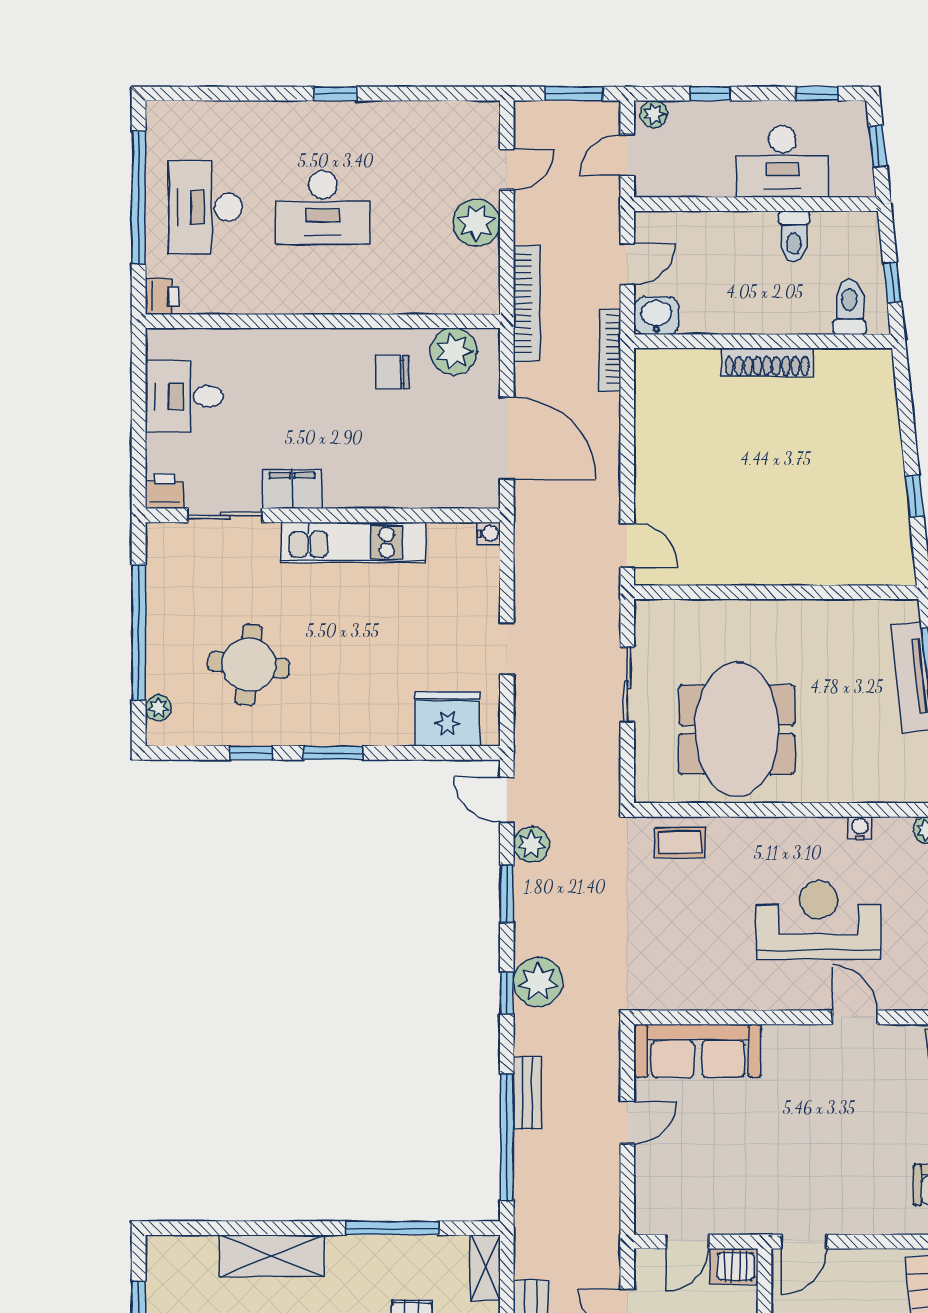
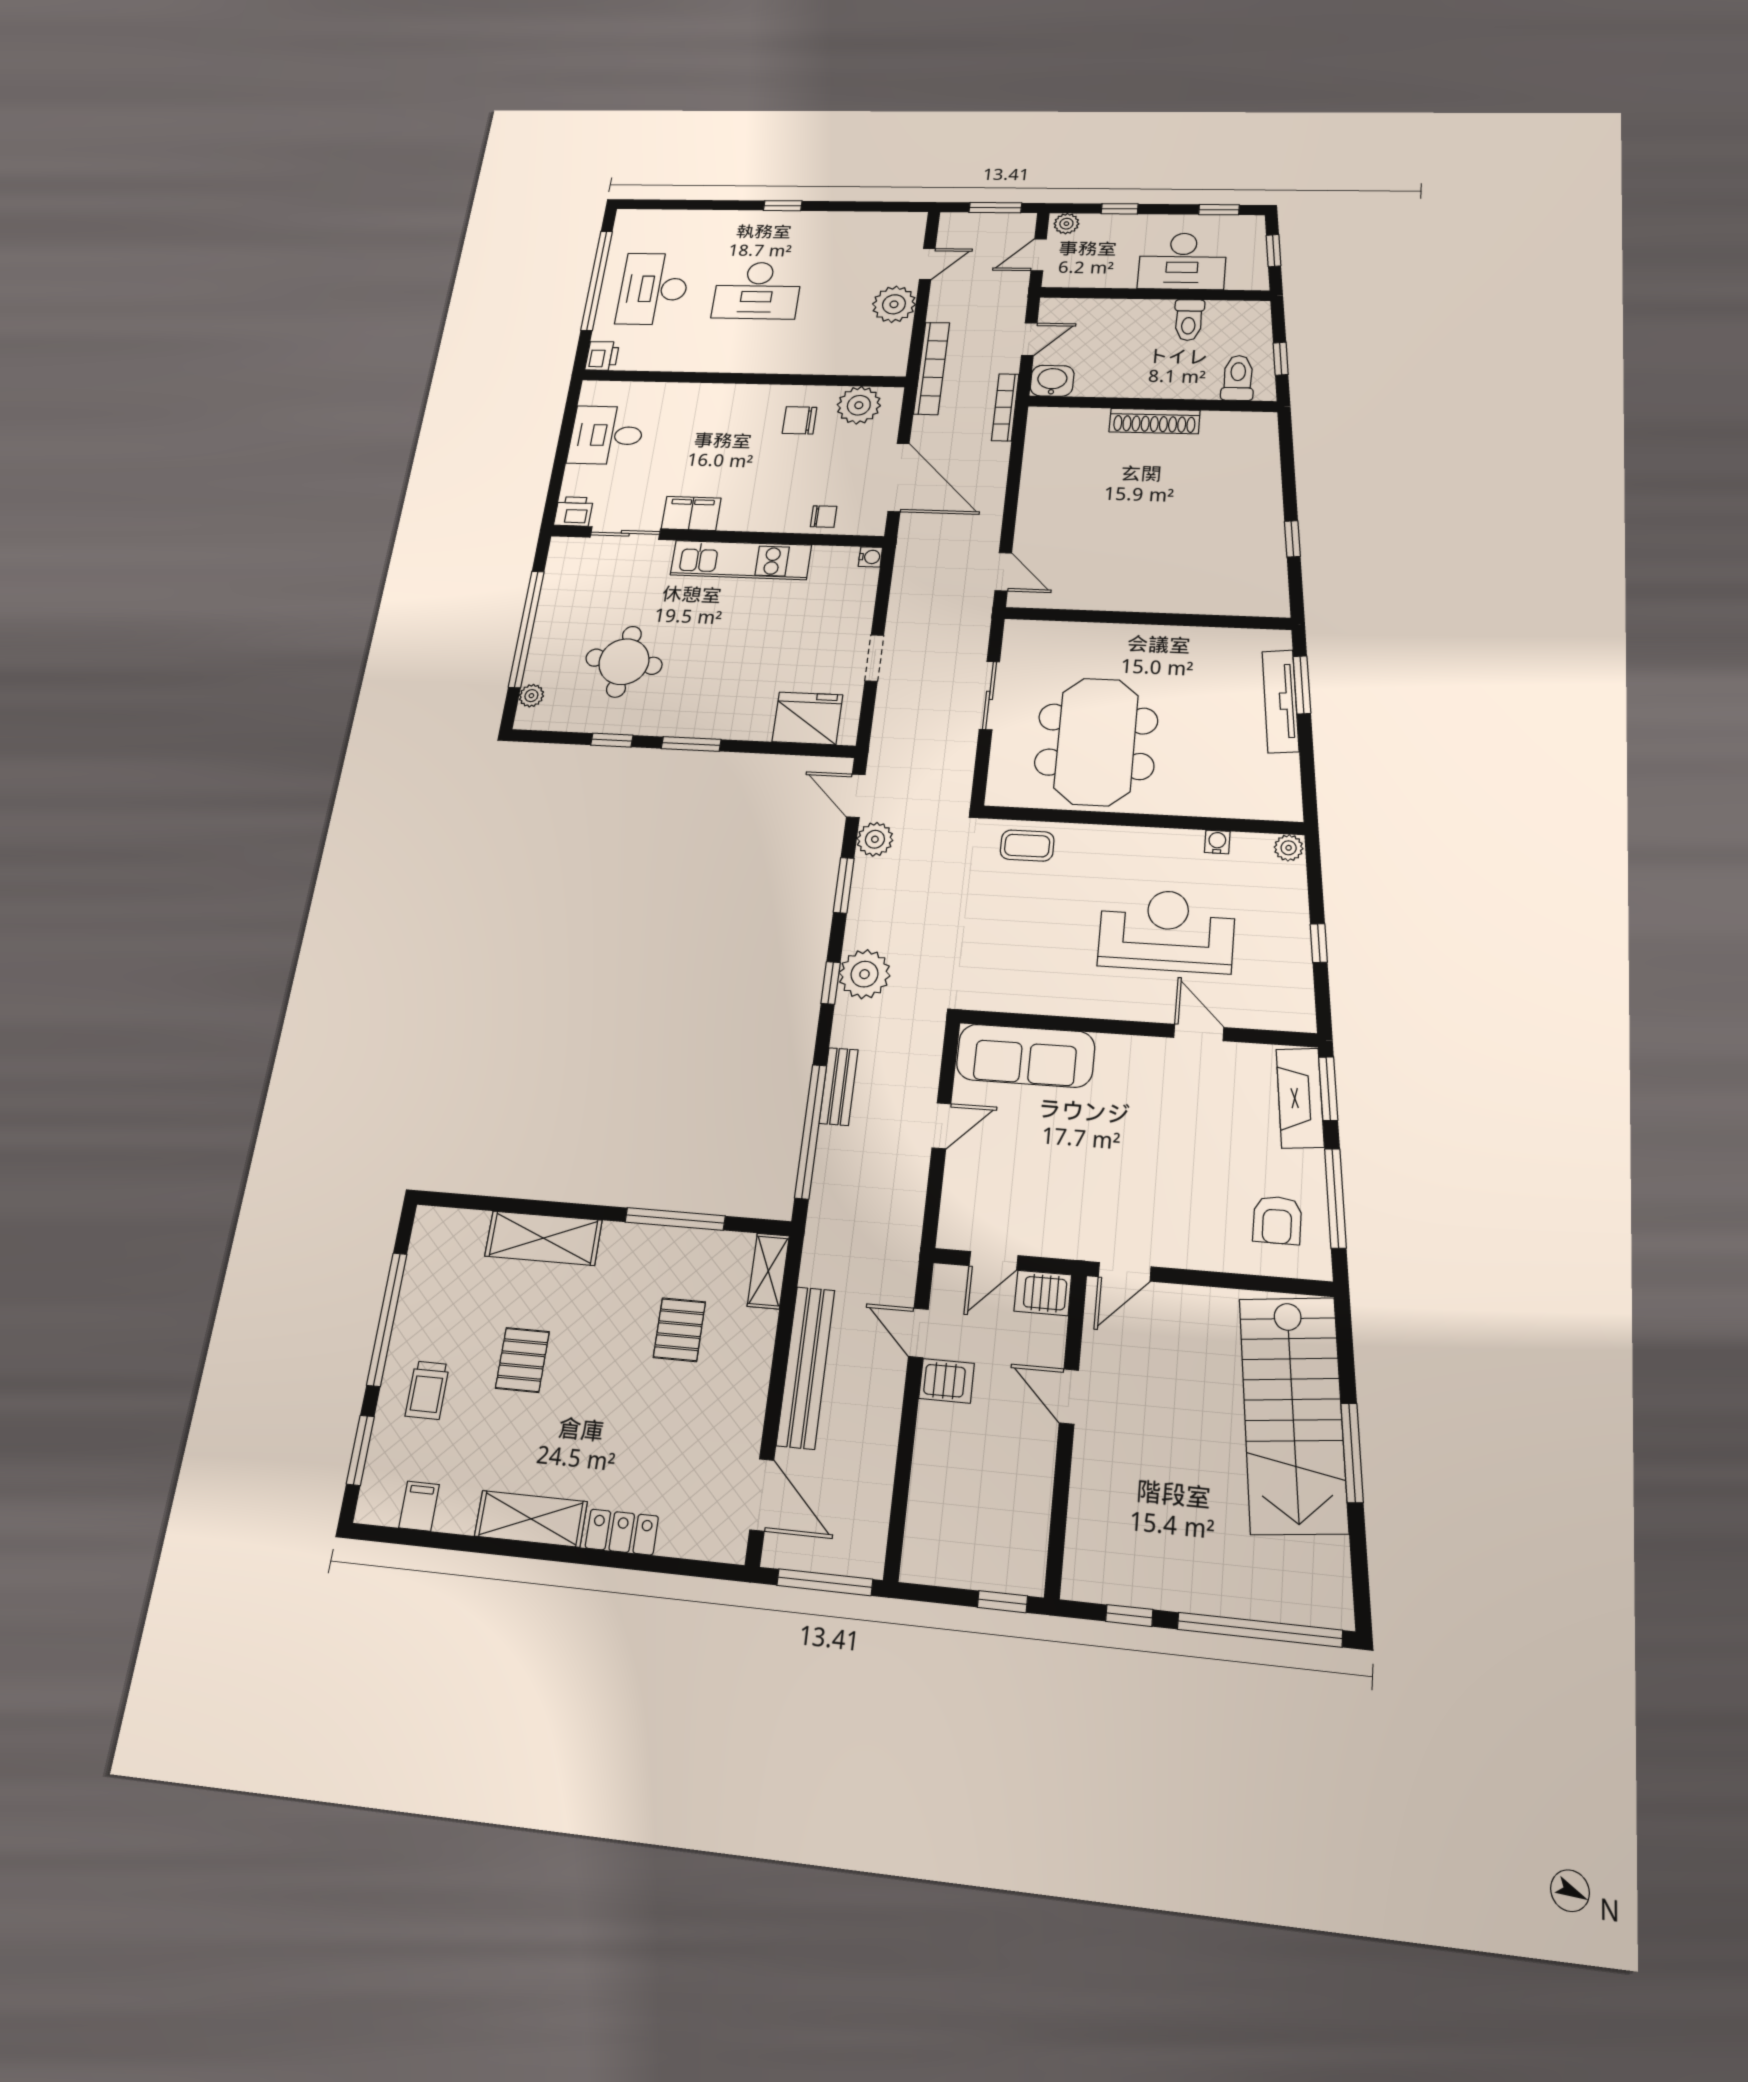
chair: (434, 488) -> (824, 517), added

